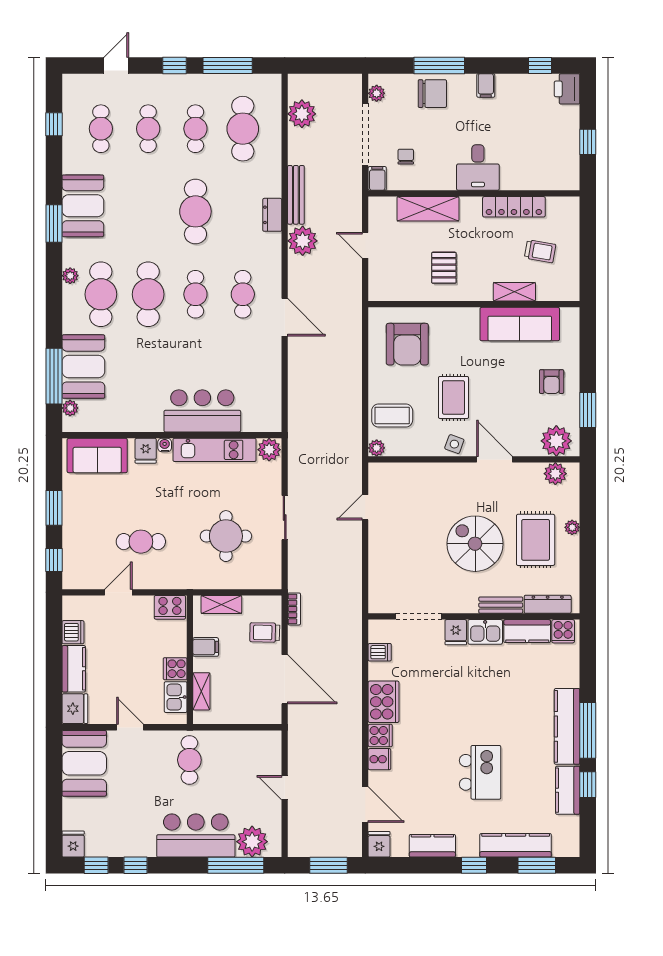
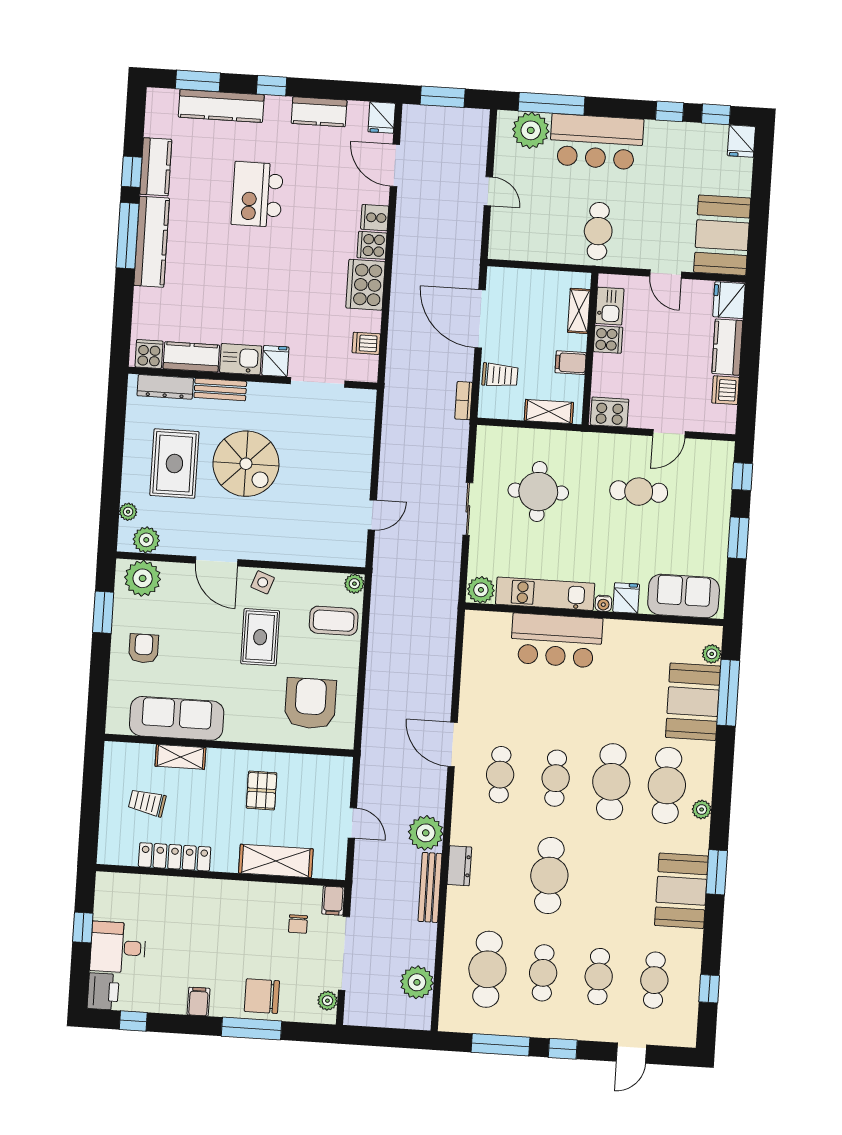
desk: (478, 168) -> (118, 947), moved, turned -90
plant: (572, 527) -> (128, 512), moved

